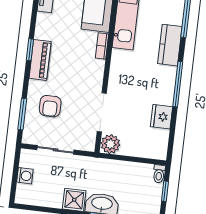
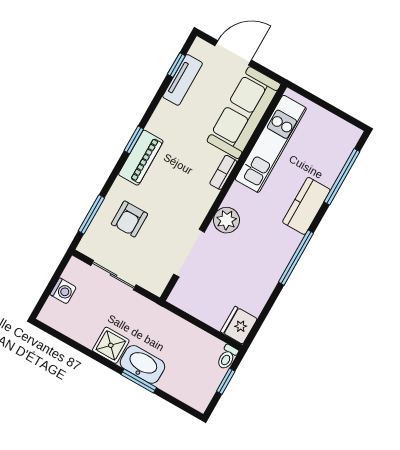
fridge: (161, 117) -> (239, 325), moved
plant: (110, 144) -> (226, 220), moved

